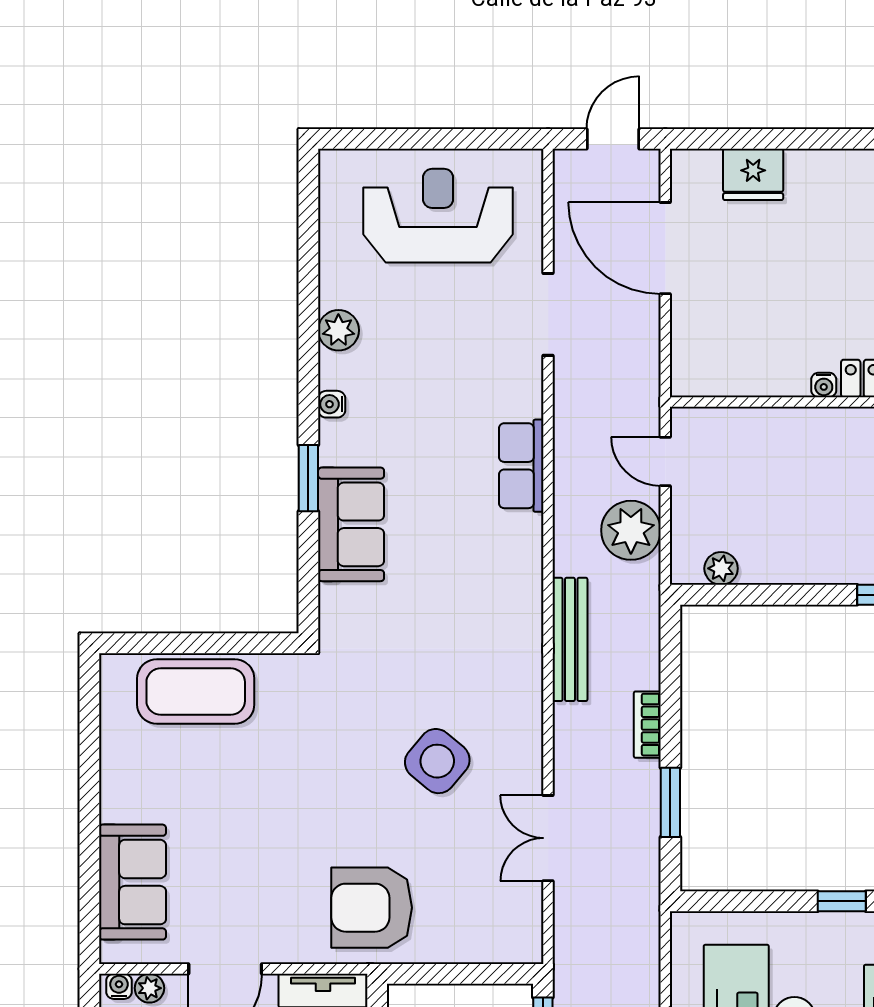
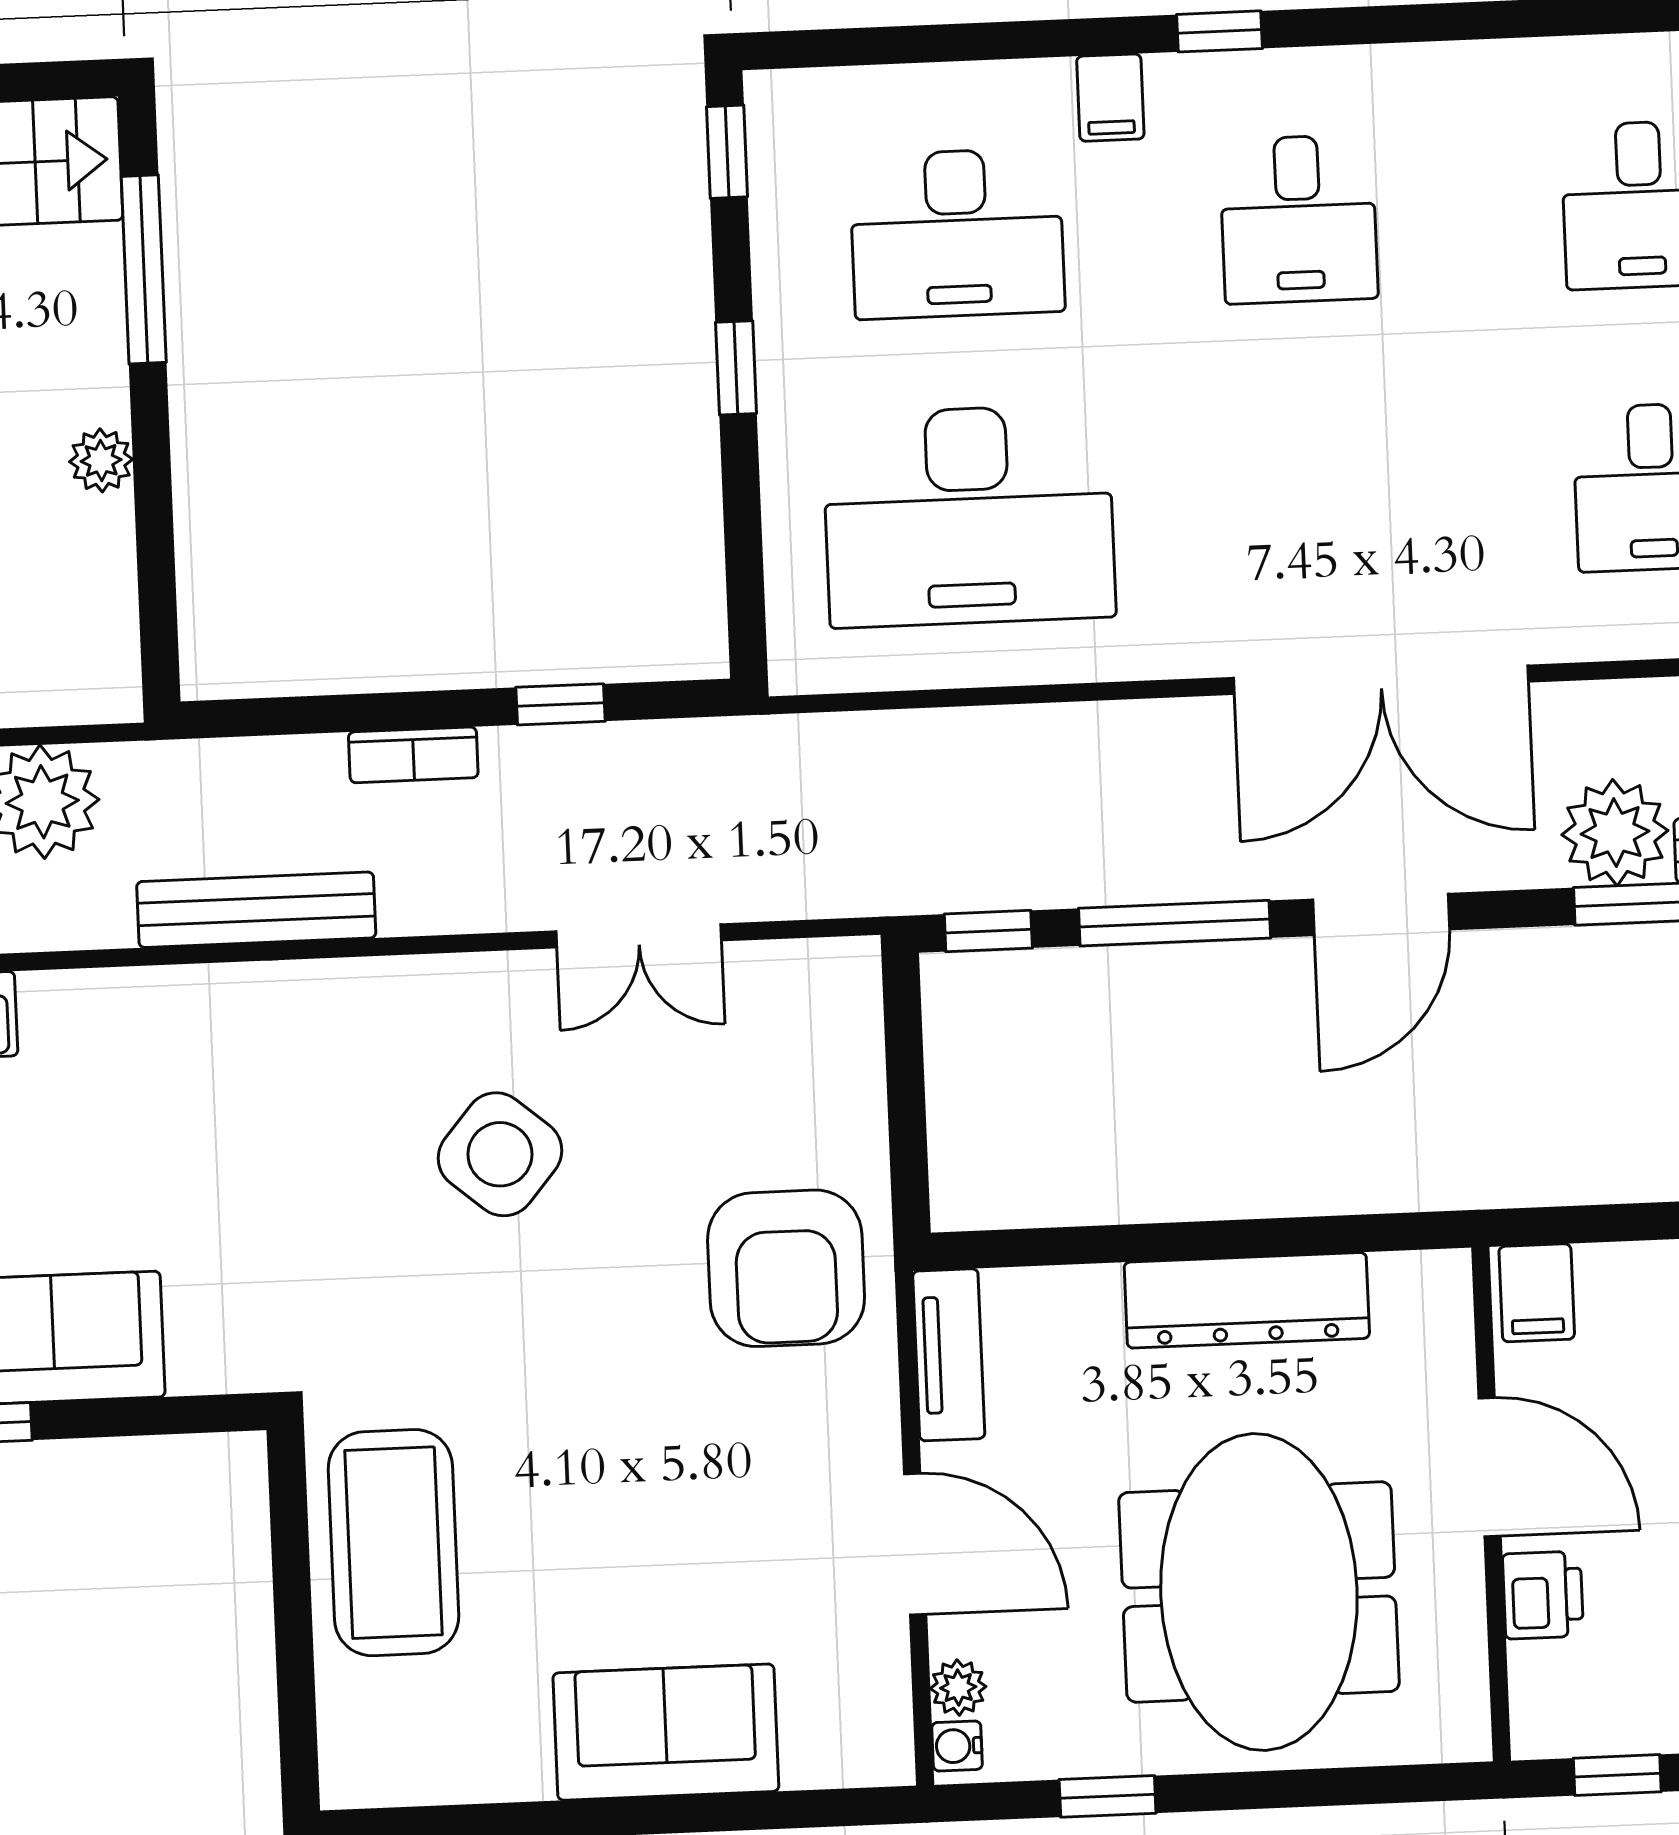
plant: (721, 568) -> (101, 460), moved
coffee table: (196, 692) -> (393, 1543), moved
window: (670, 802) -> (561, 704), width x0.67
sofa: (133, 882) -> (666, 1732), moved

